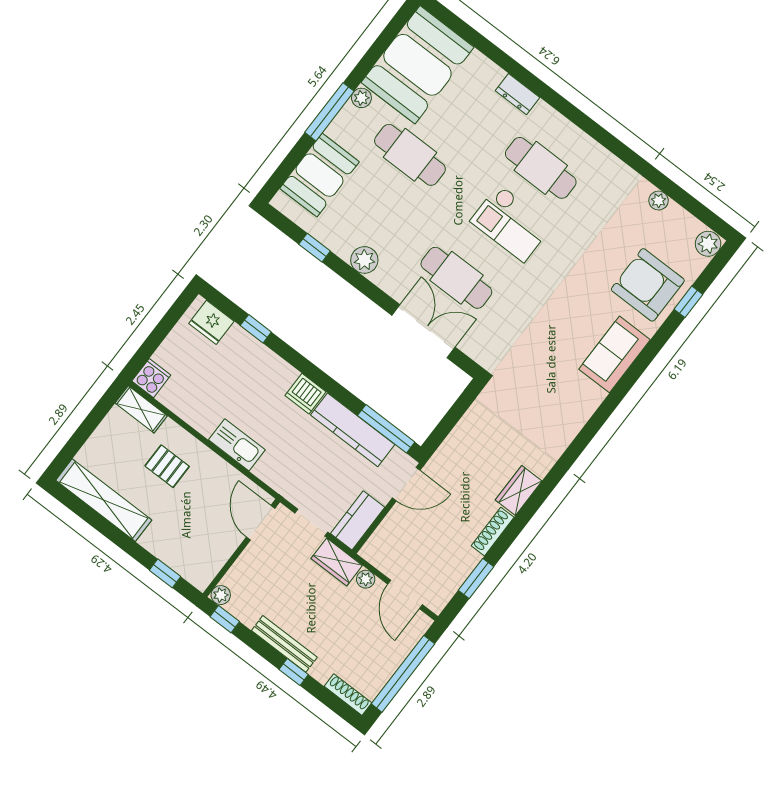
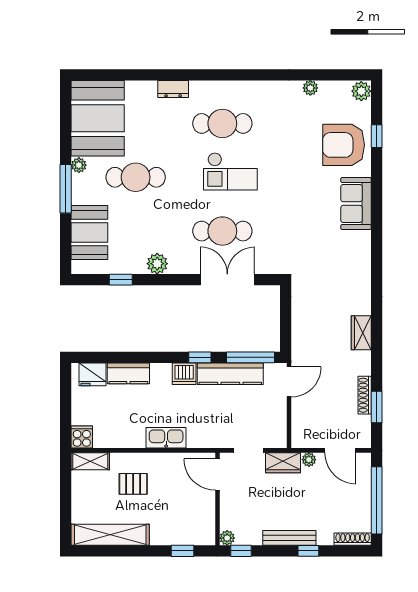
window: (256, 329) -> (200, 357), moved
kitchen counter: (358, 520) -> (128, 373), moved, turned -90
shoe rack: (493, 532) -> (365, 395), moved

